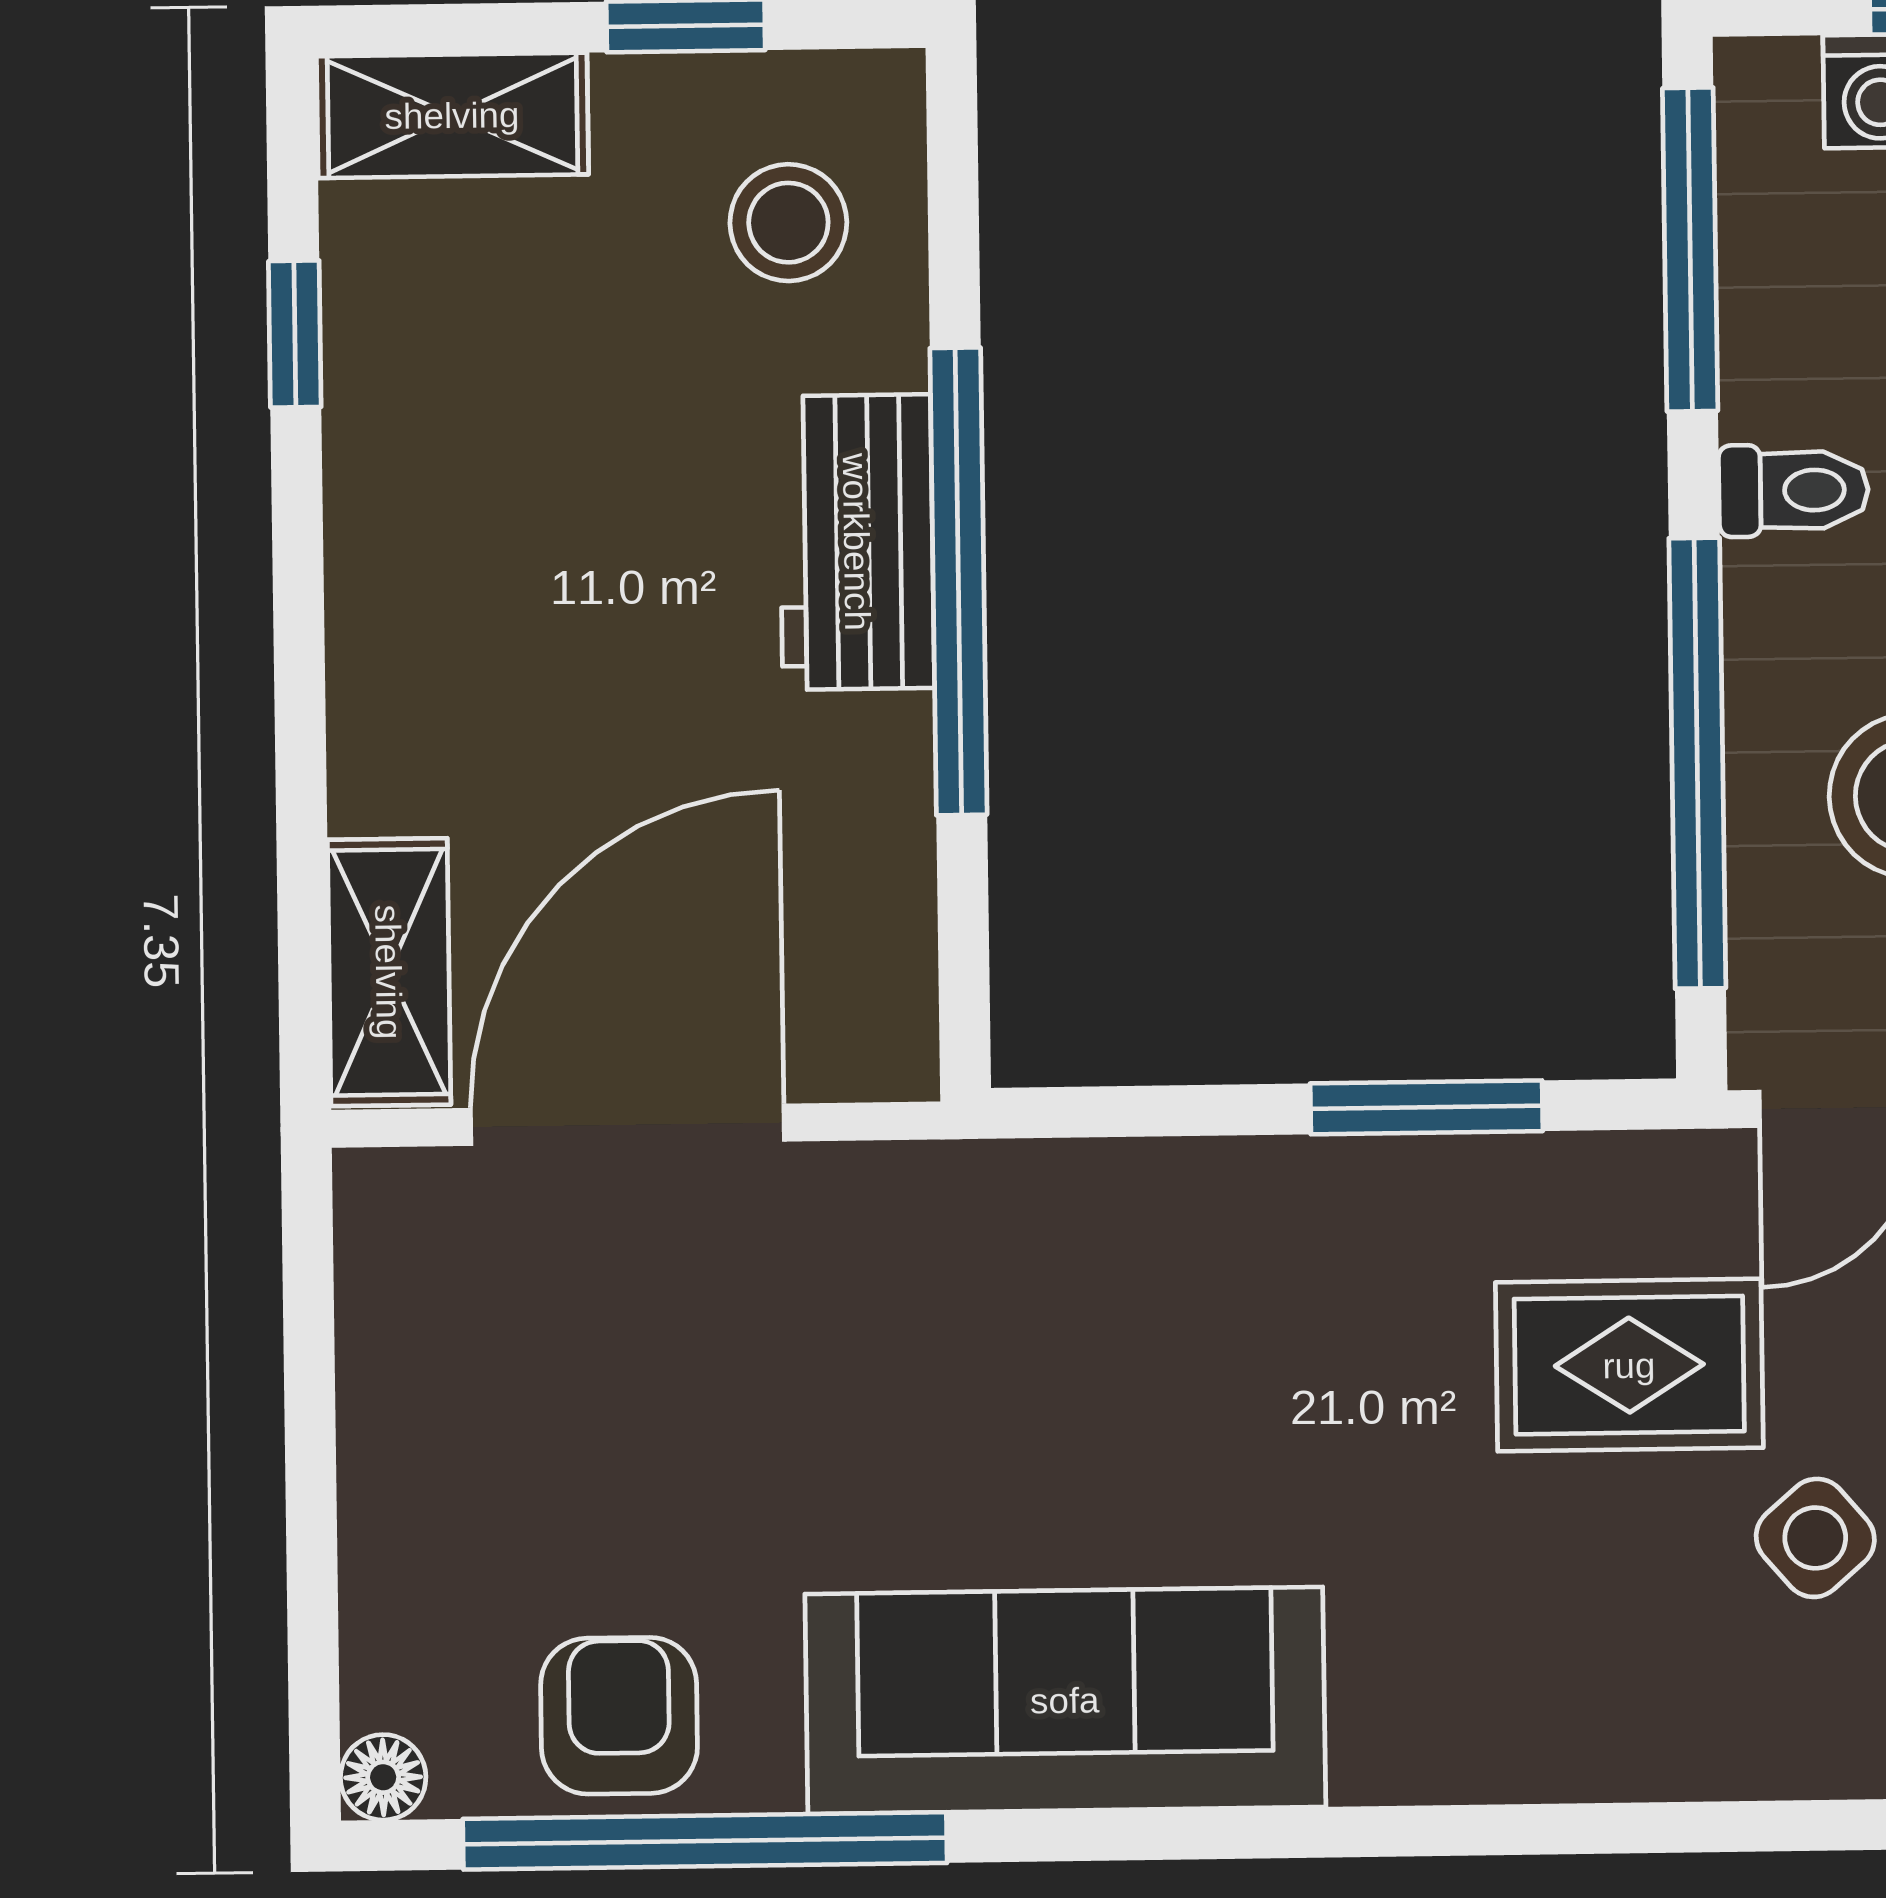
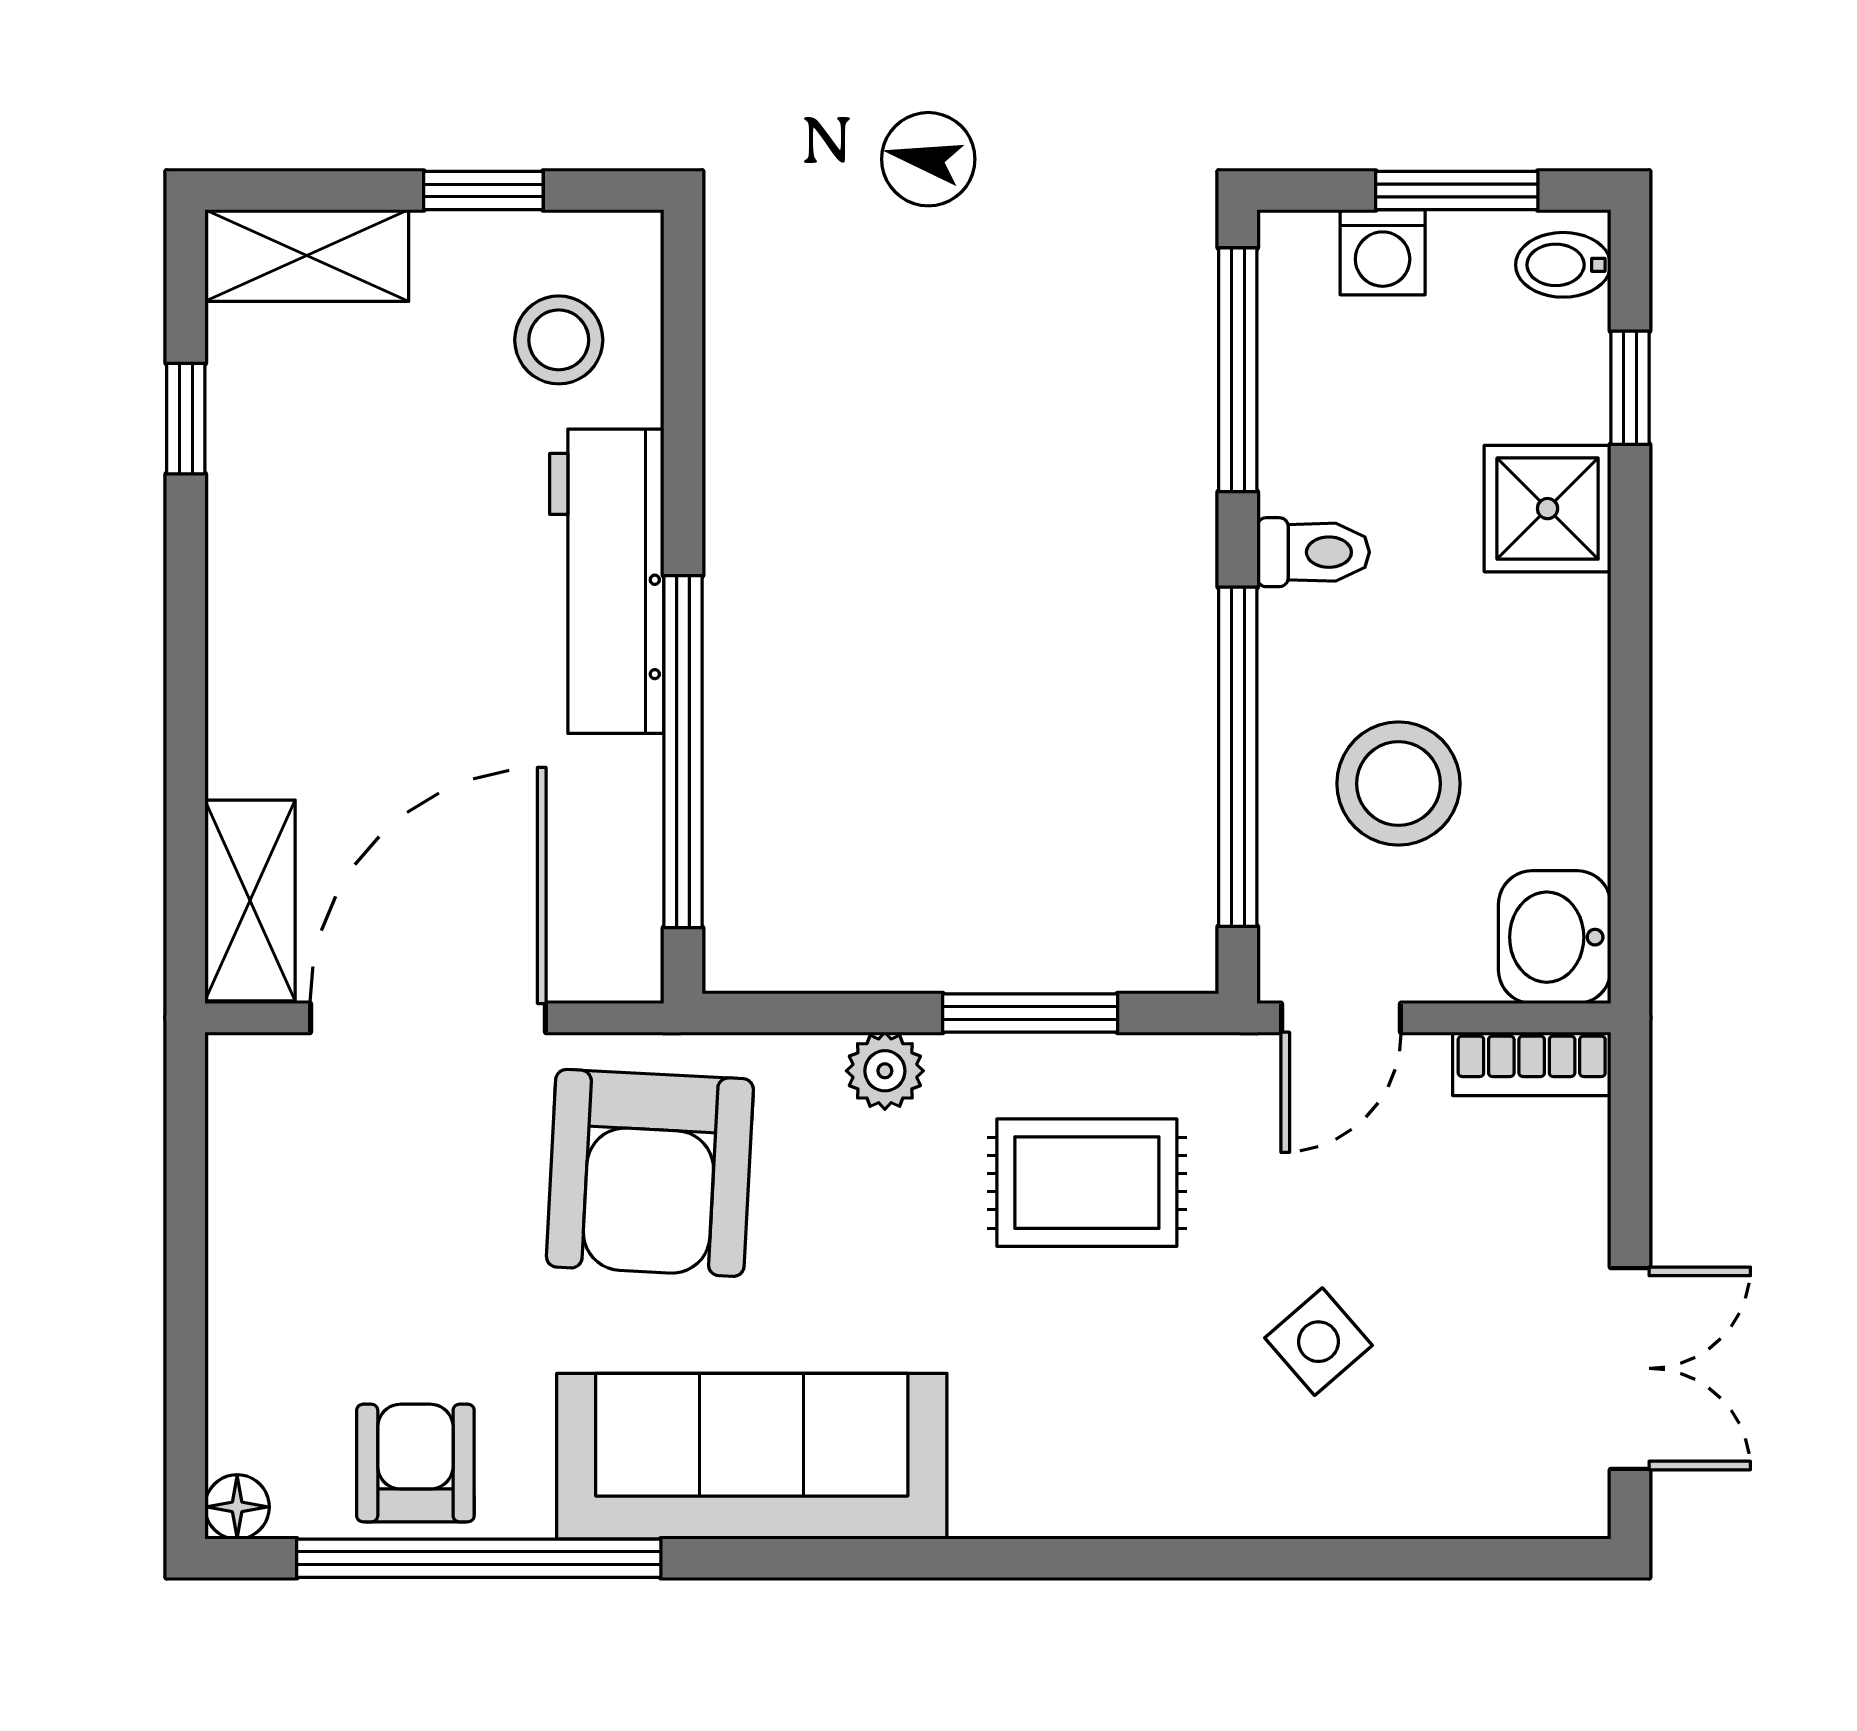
workbench: (857, 542) -> (607, 581), width x1.38
window: (958, 581) -> (683, 752), moved
plant: (1235, 1187) -> (885, 1071), added
armchair: (925, 1326) -> (650, 1173), added
rug: (1629, 1365) -> (1087, 1183), moved

